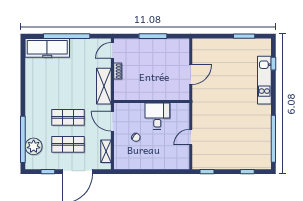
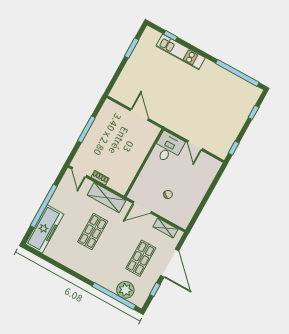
desk: (157, 116) -> (168, 148), moved, turned 90
shop shelf: (68, 117) -> (93, 231), moved

